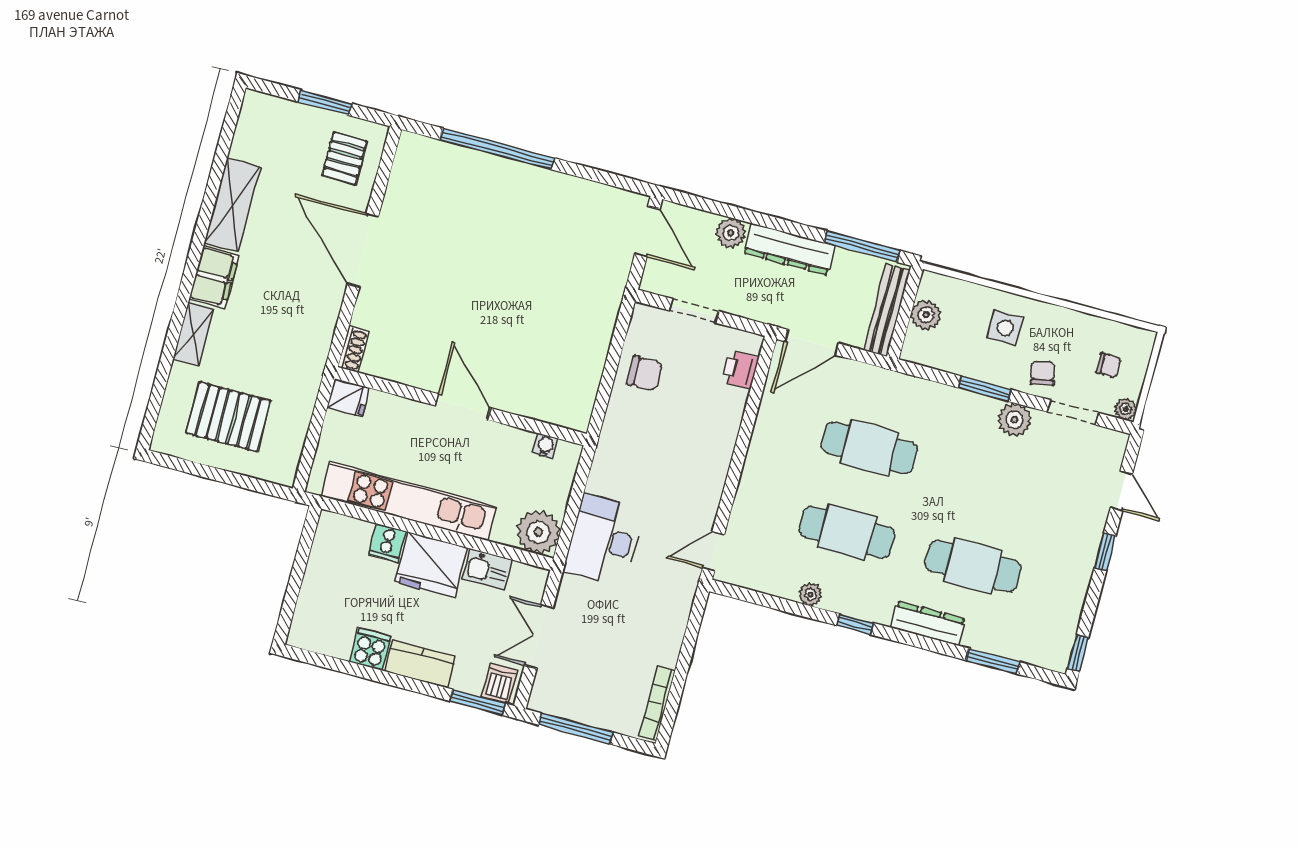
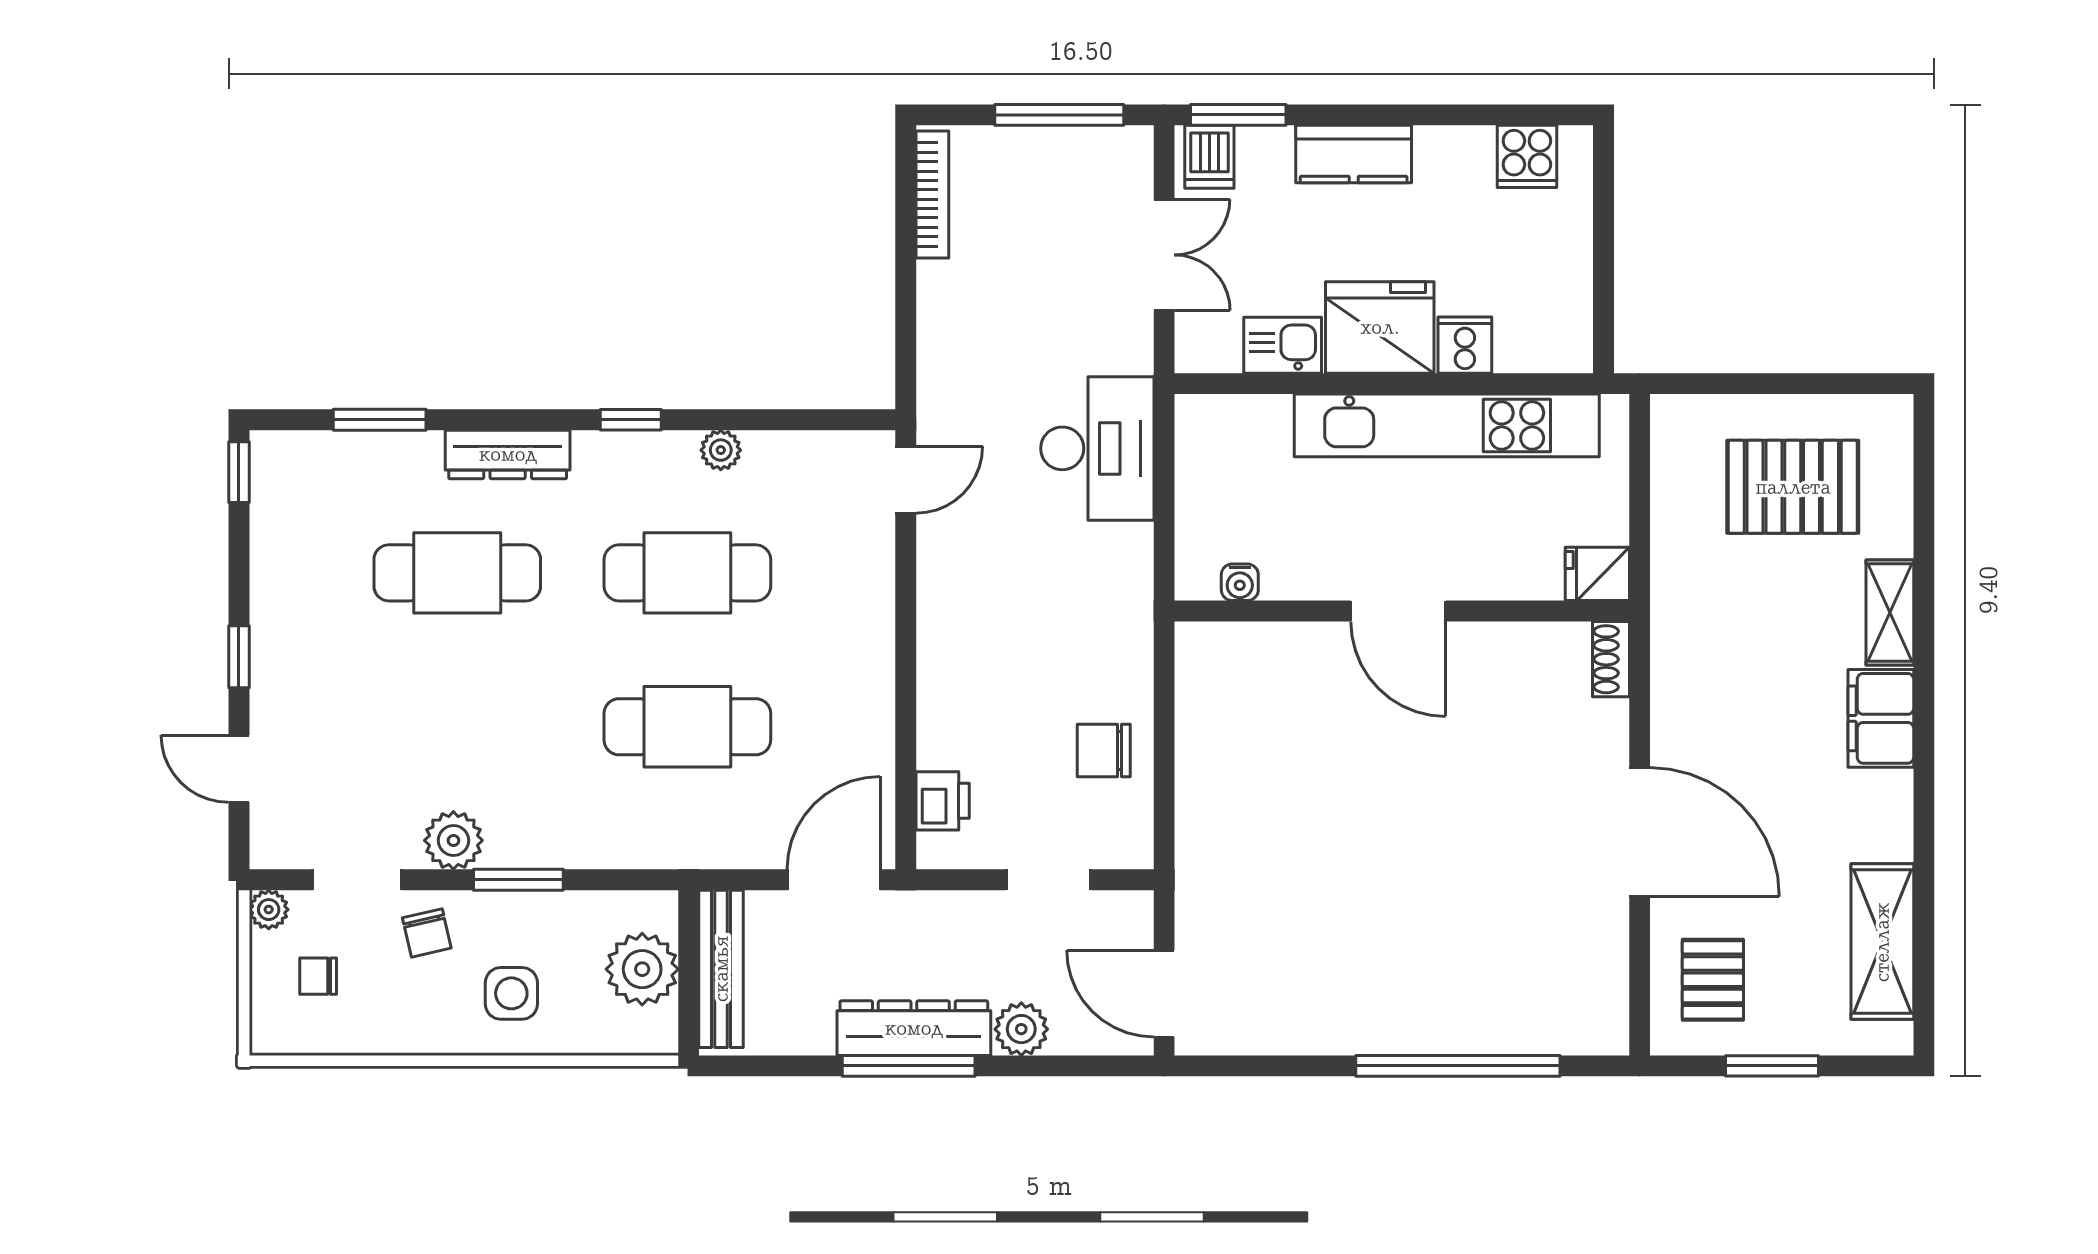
shelving: (232, 205) -> (1882, 942), moved
window: (862, 246) -> (909, 1066), moved
plant: (926, 315) -> (642, 969), width x1.36, depth x1.36
plant: (538, 532) -> (1212, 432), removed
cooker: (370, 649) -> (1527, 156), moved

